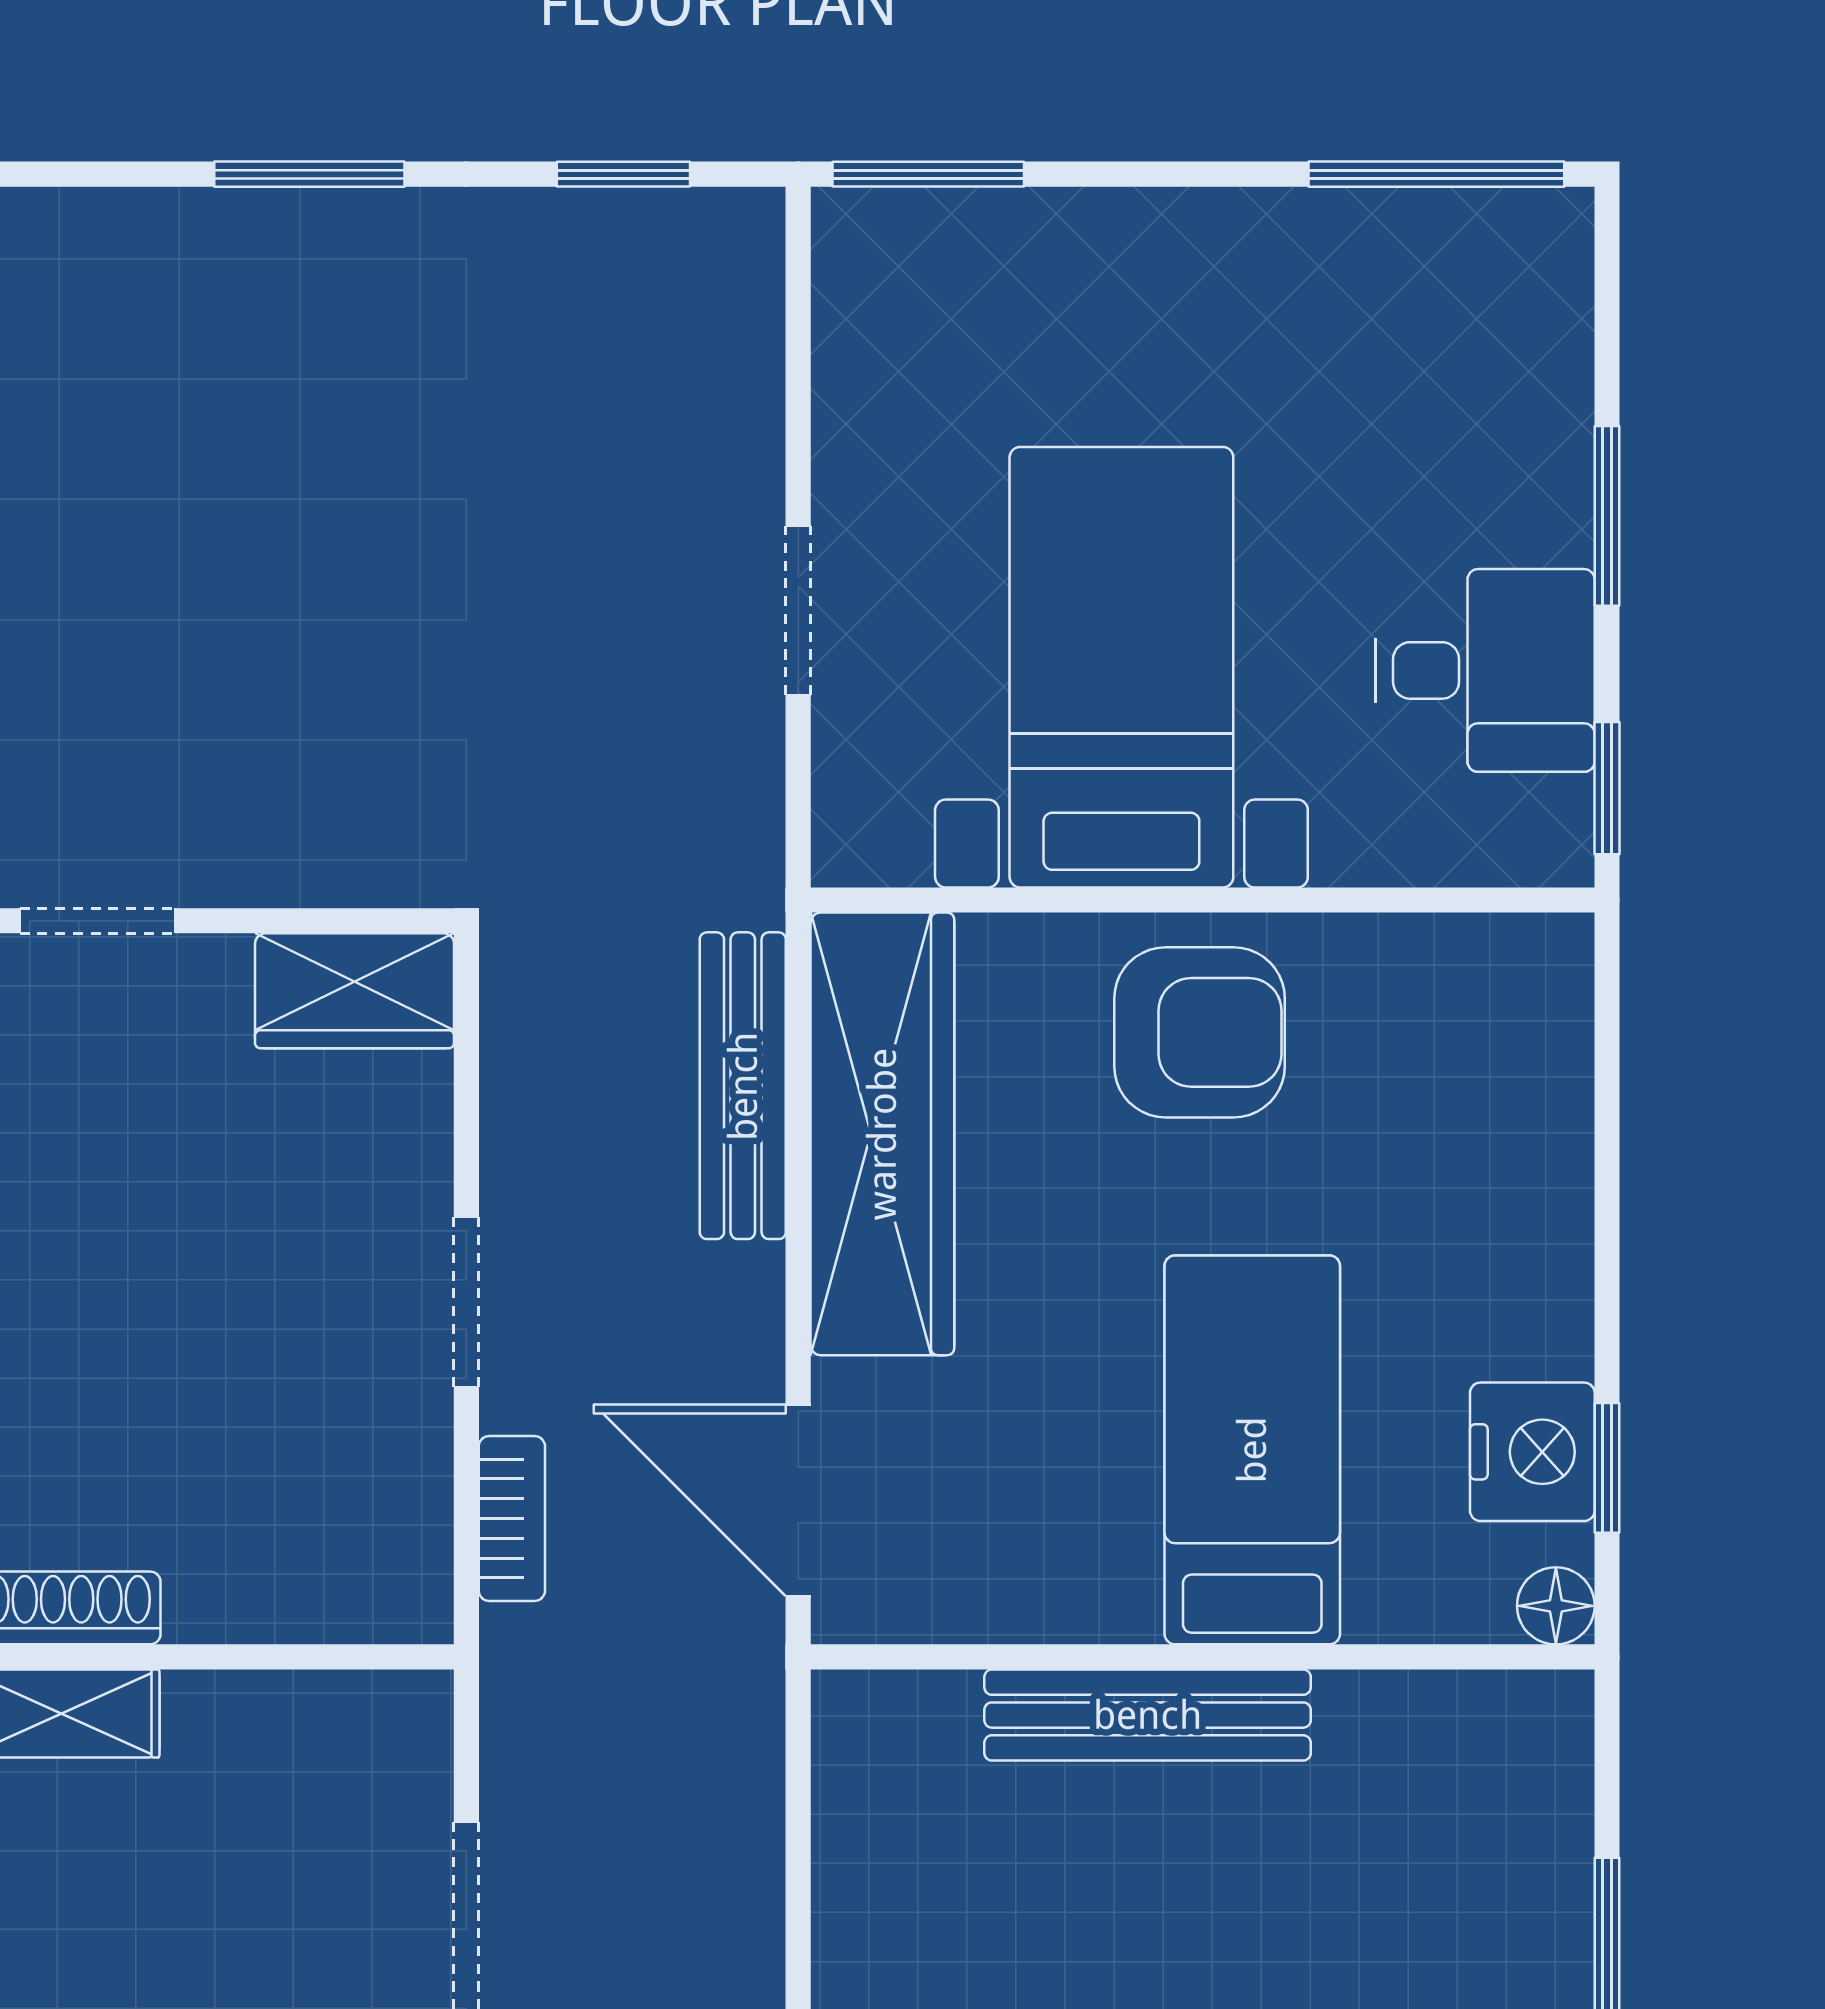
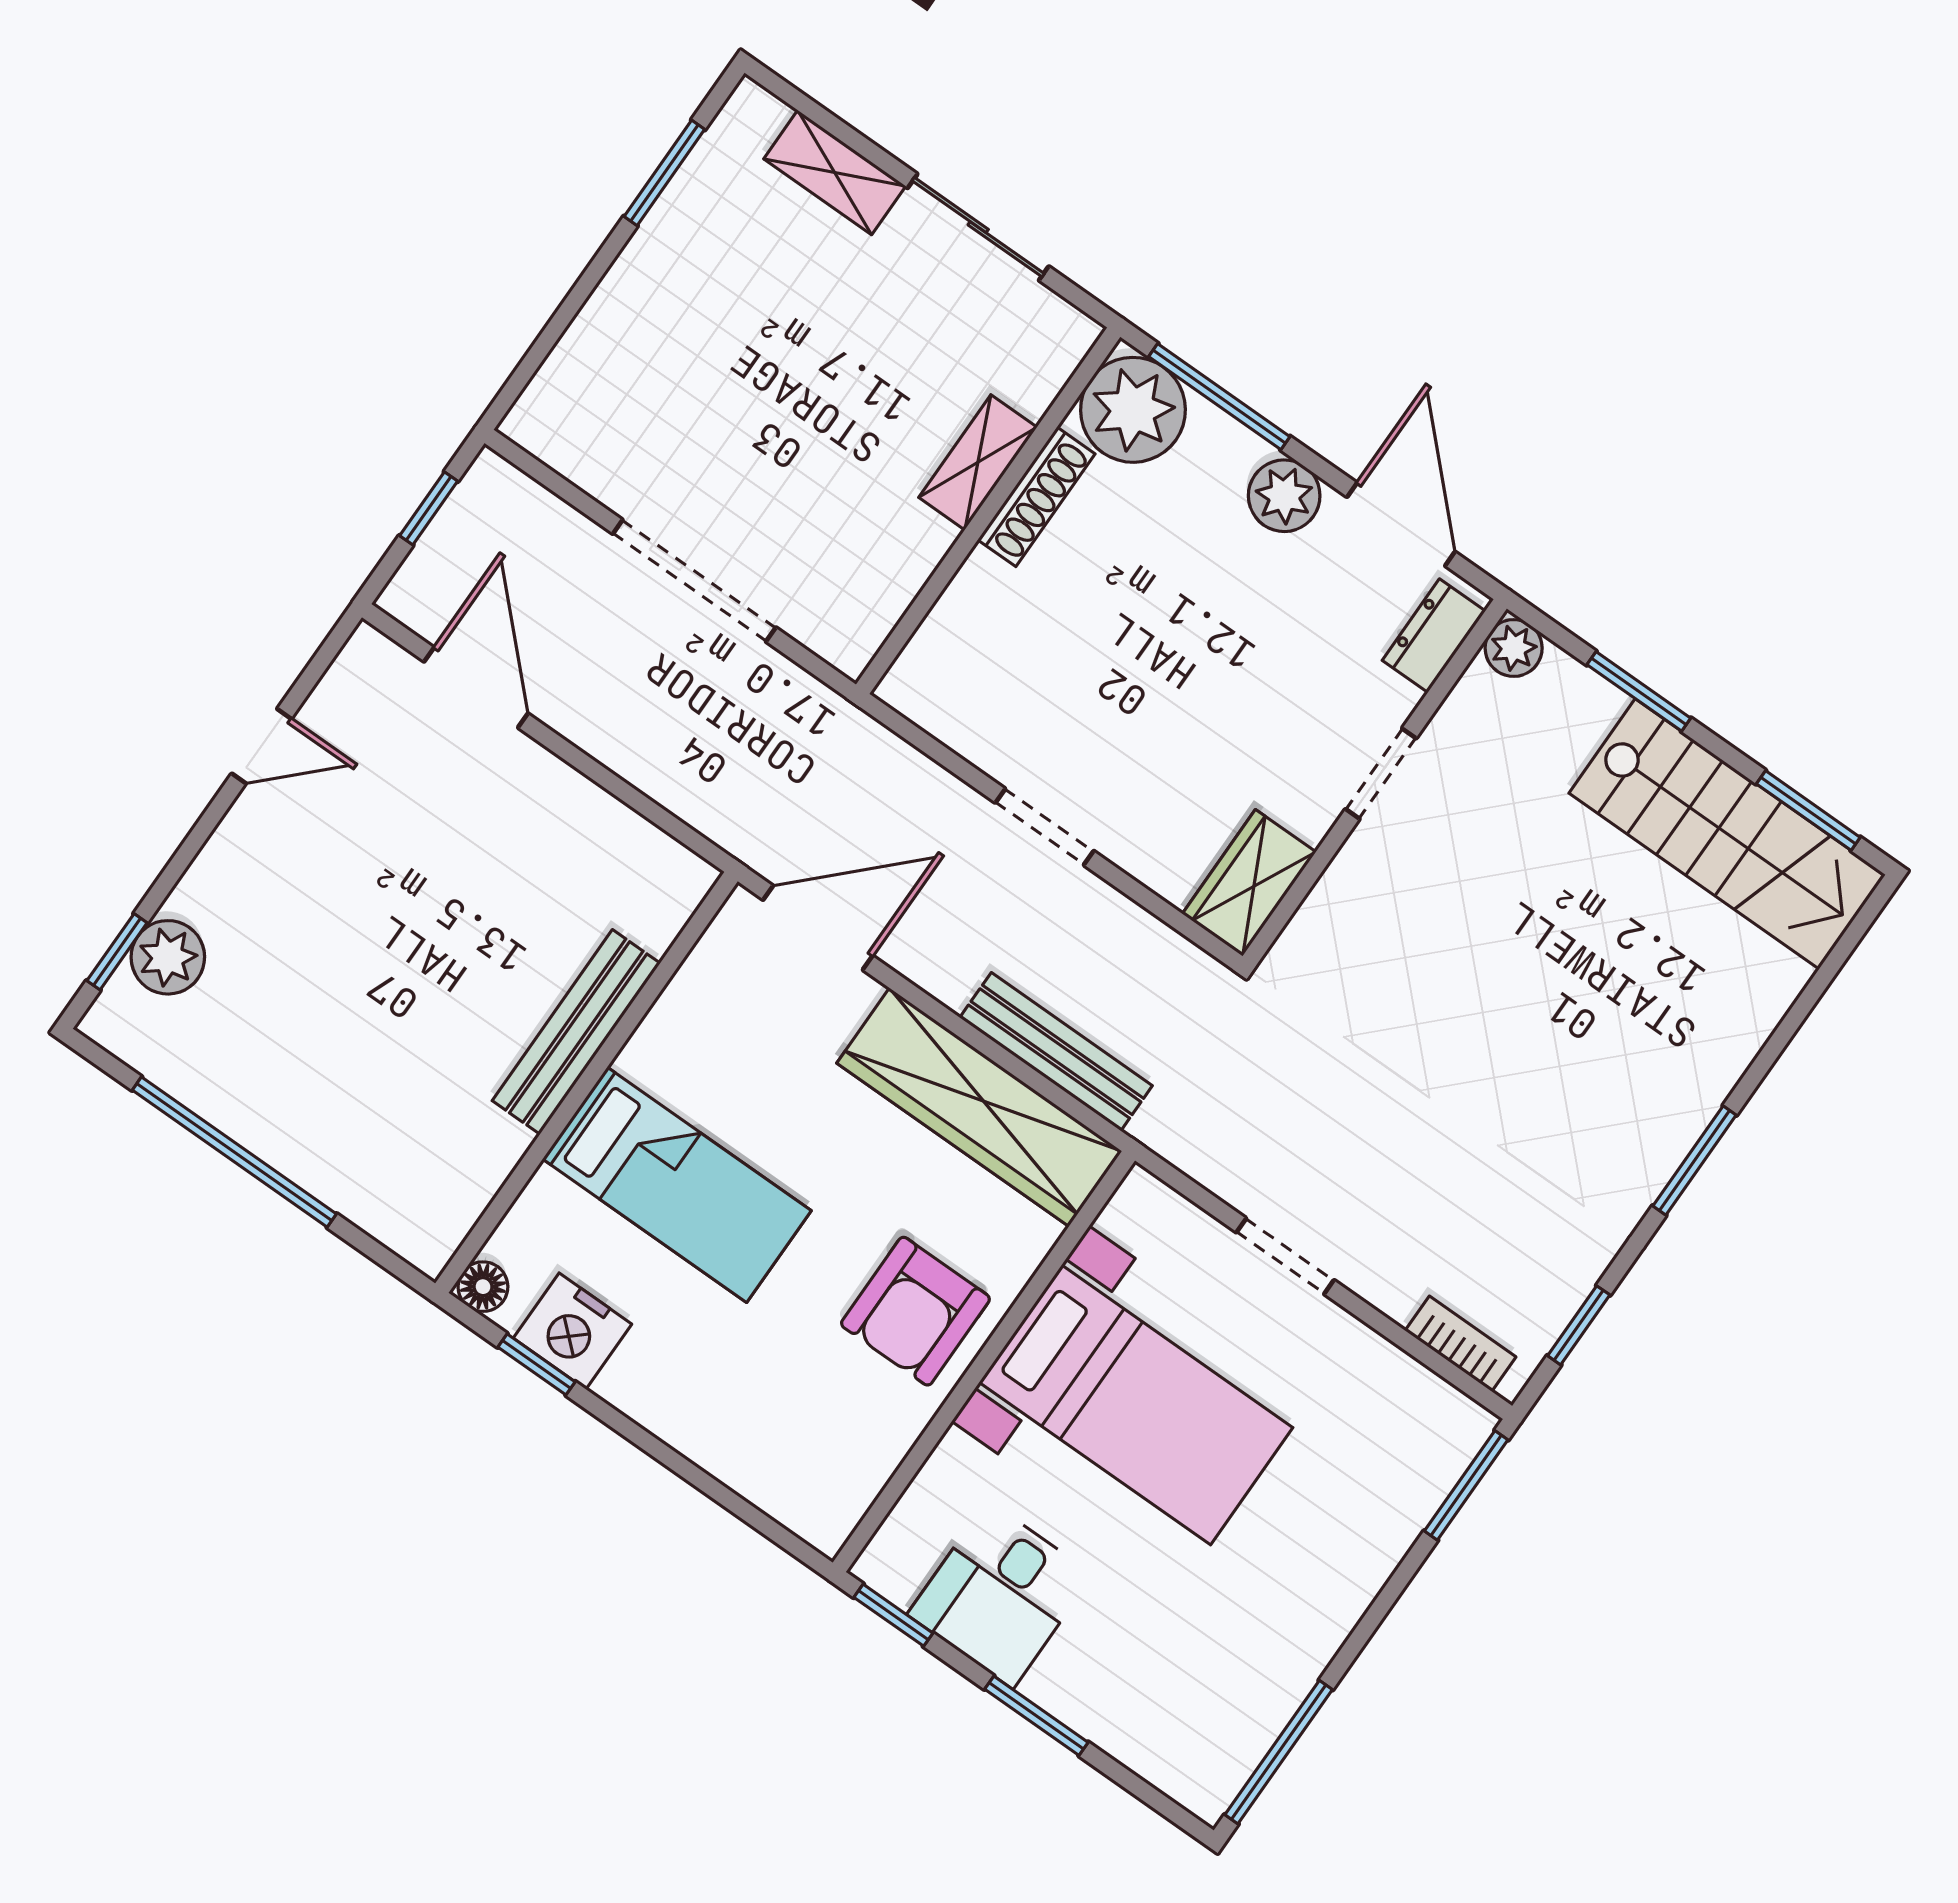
bookcase: (512, 1518) -> (1461, 1344), moved, turned 180

